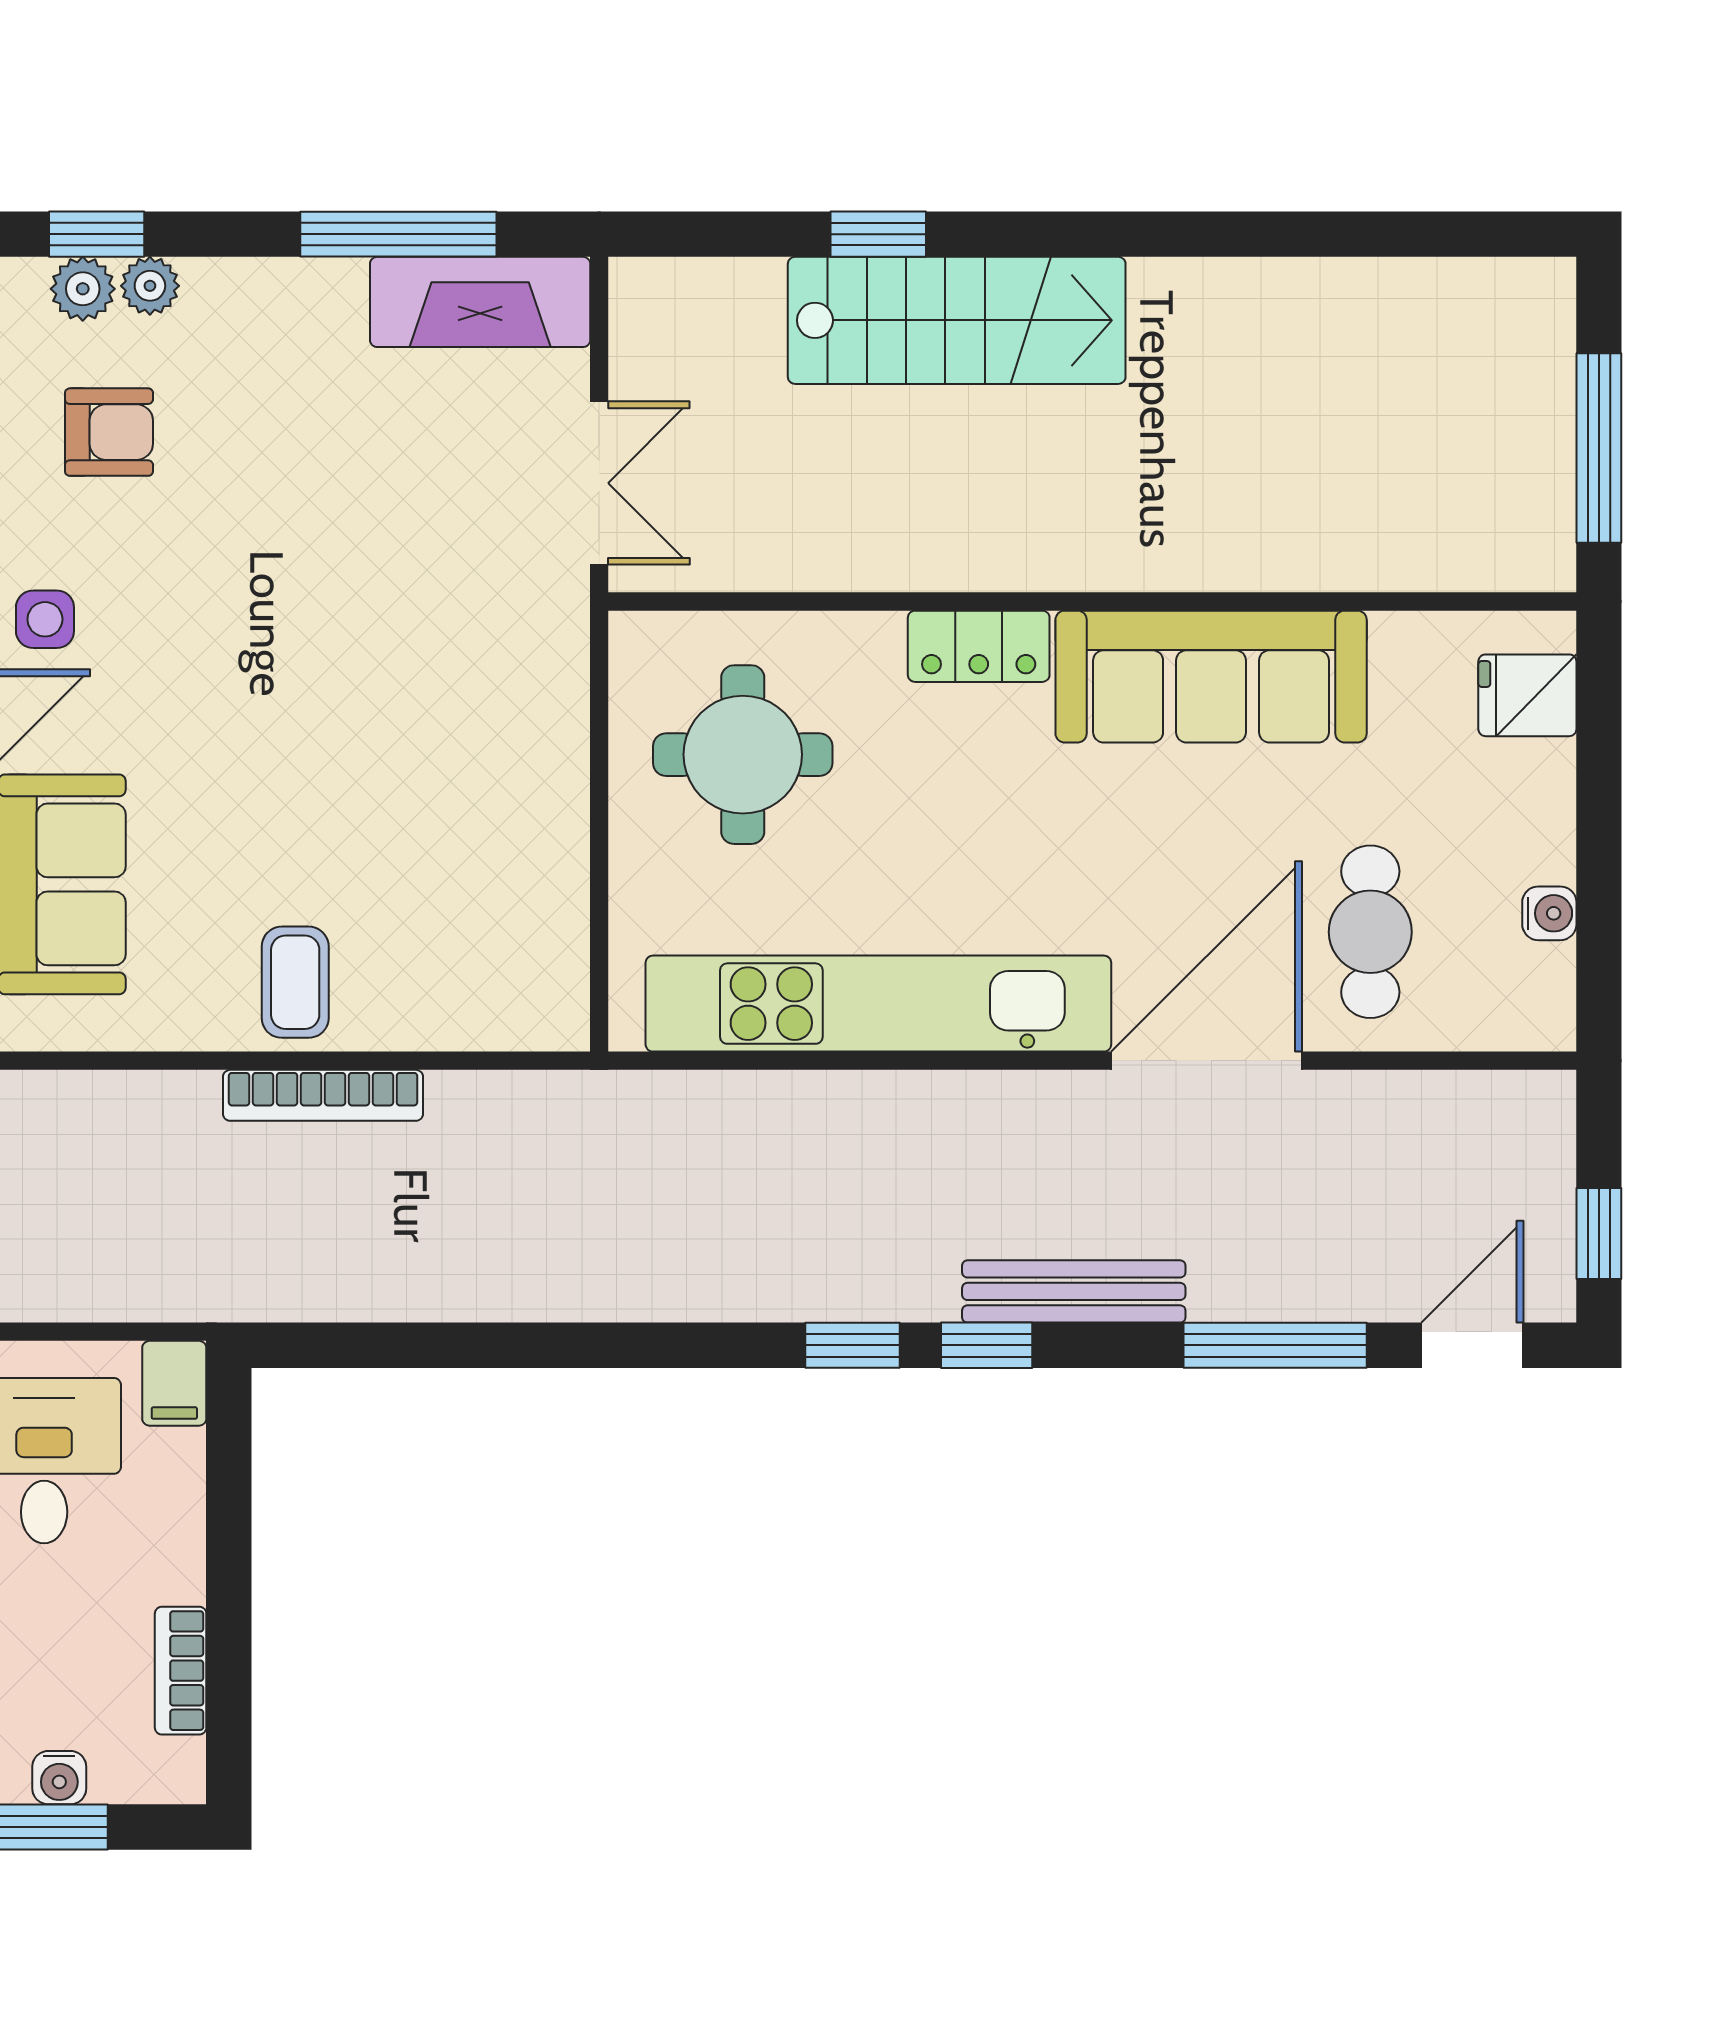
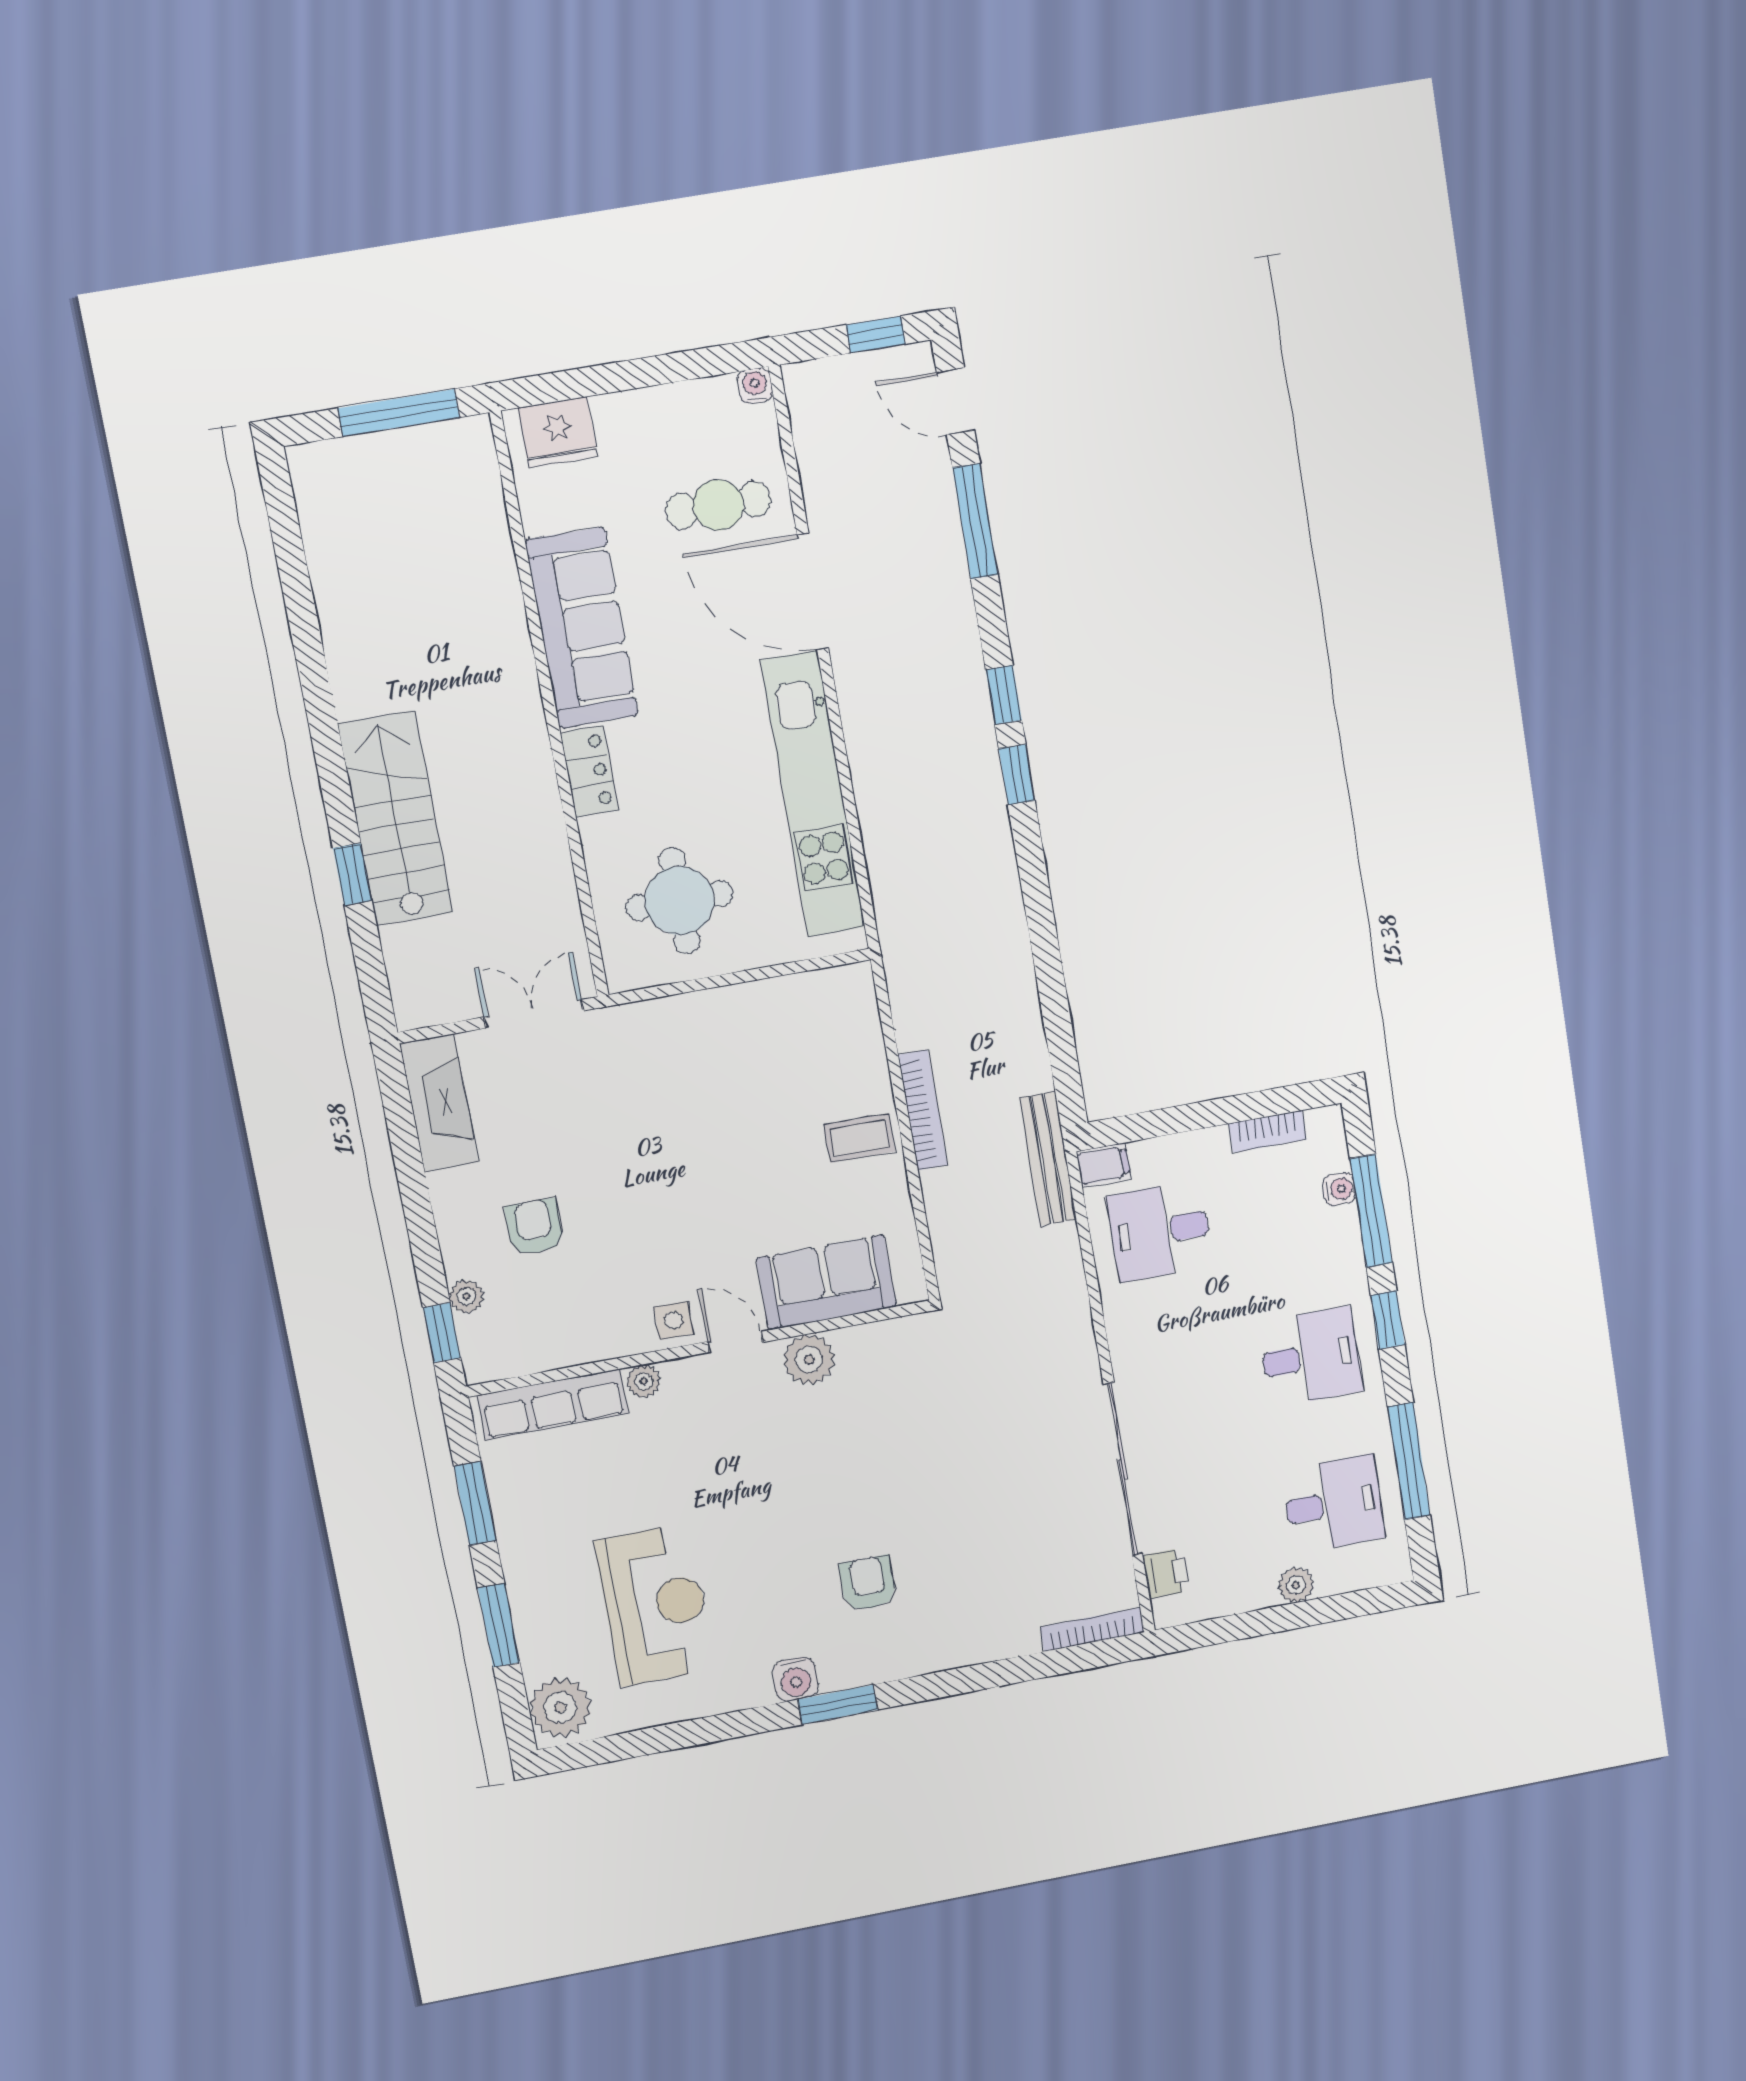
window: (398, 234) -> (408, 1158), removed
plant: (83, 289) -> (476, 1335), removed
armchair: (109, 432) -> (534, 1227), moved
fridge: (1527, 695) -> (558, 432), width x1.38
water cooler: (1549, 913) -> (755, 386), moved
bench: (1074, 1291) -> (1048, 1159), moved

